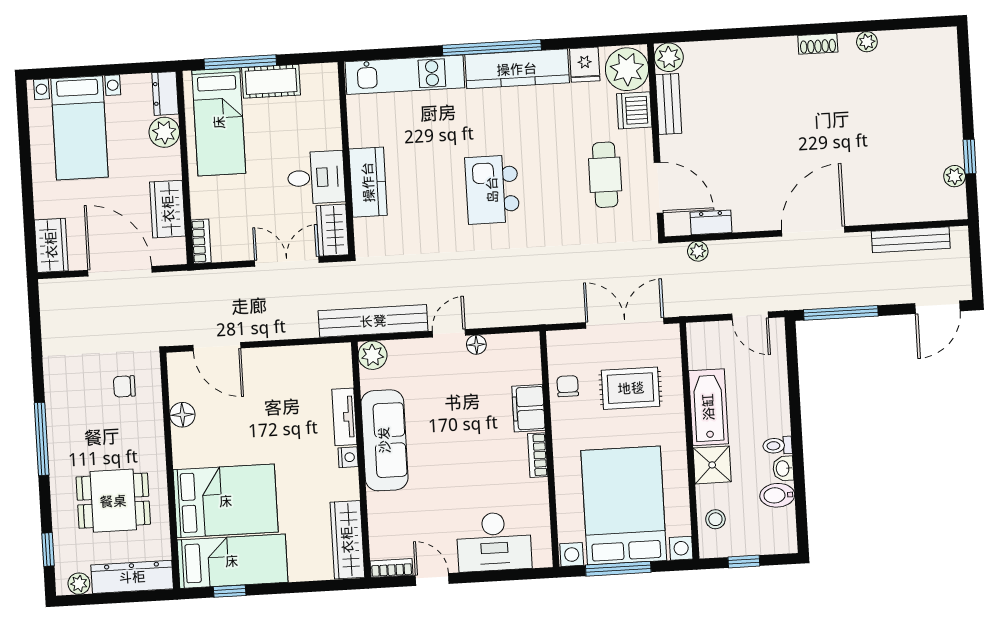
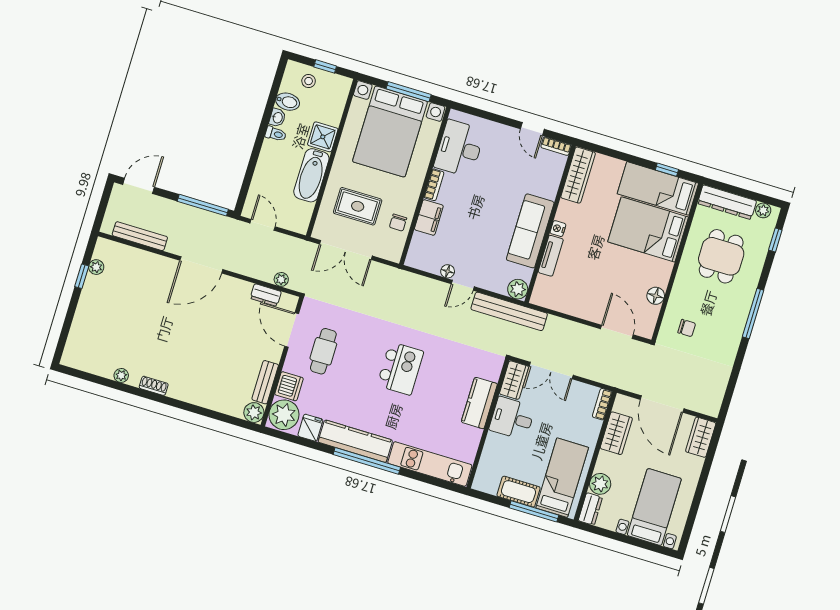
dining table: (113, 501) -> (721, 256), turned 90
stool: (715, 519) -> (309, 81), moved
desk: (494, 542) -> (459, 148), moved, turned -90

